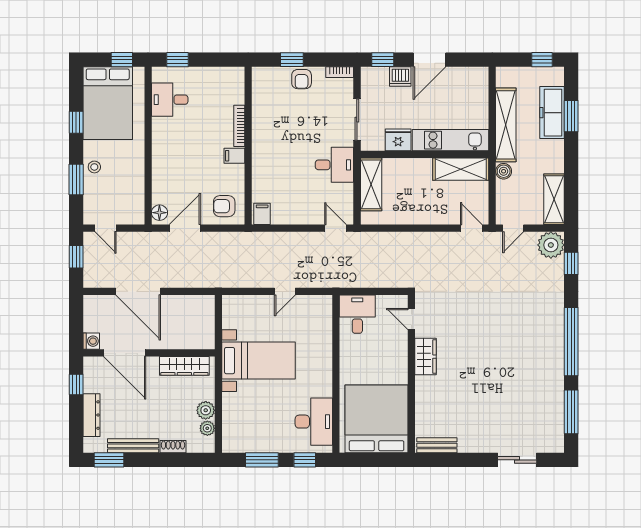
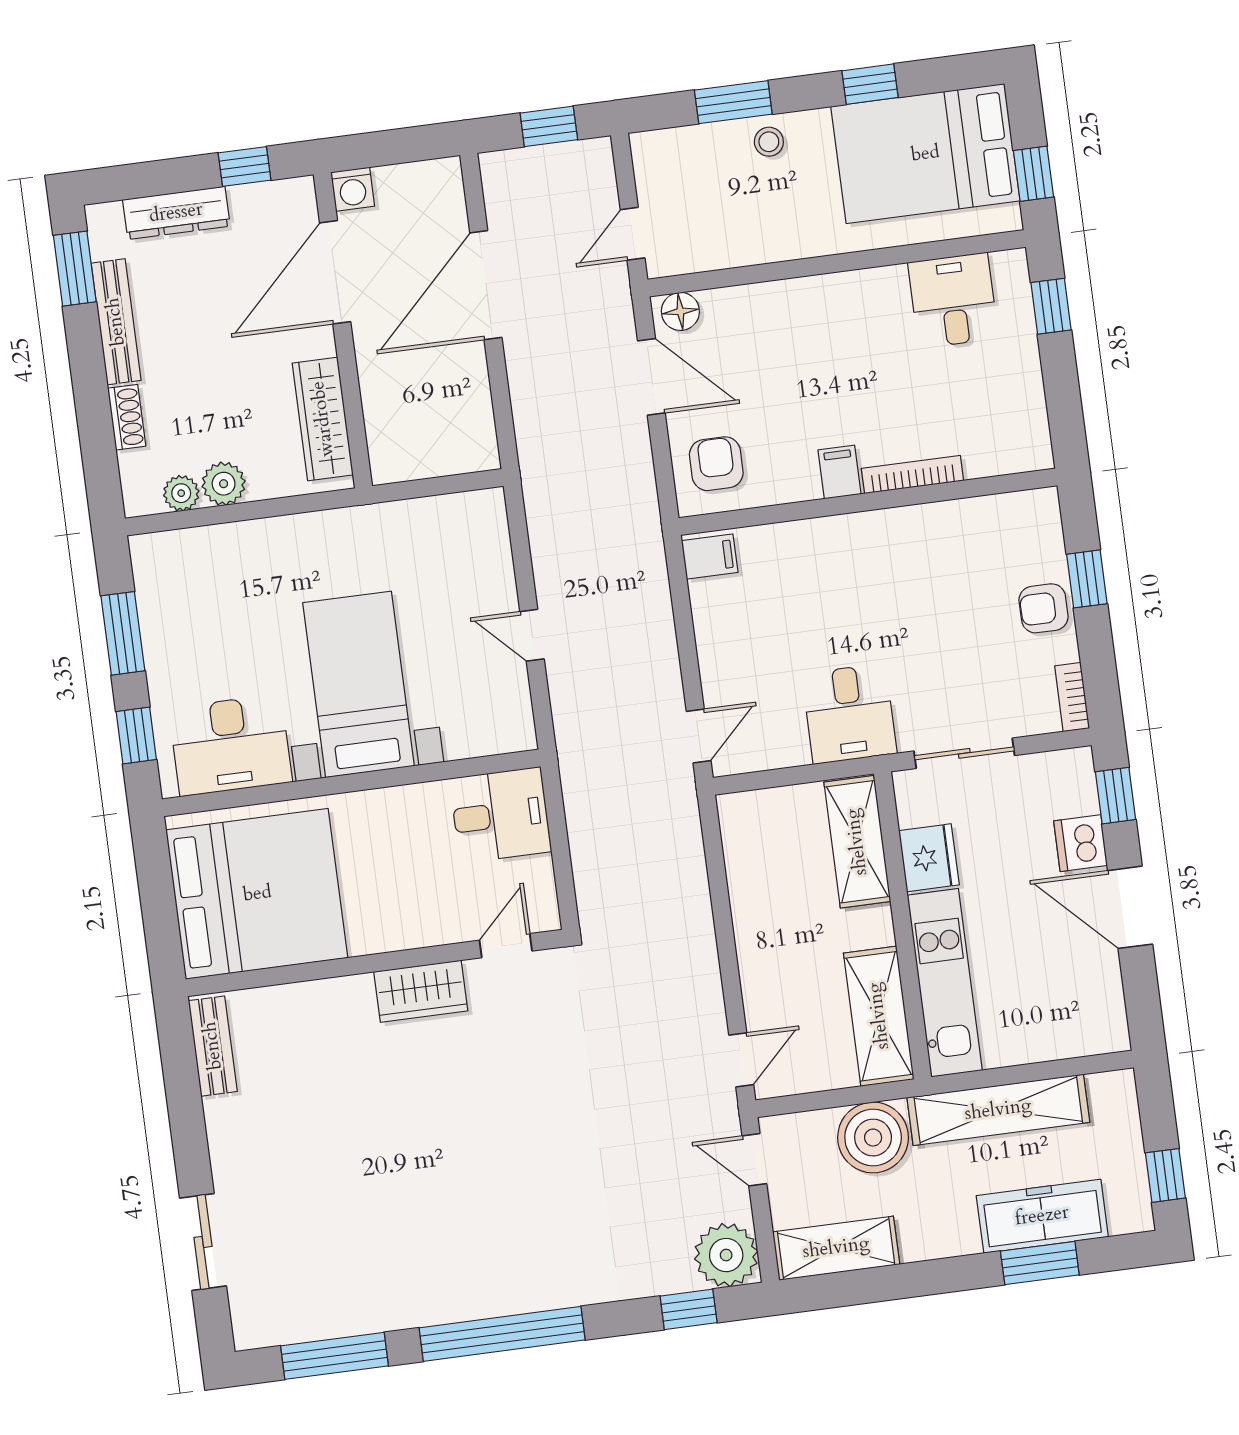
boiler: (504, 171) -> (873, 1138), width x1.86, depth x1.86
shelving: (371, 184) -> (857, 842), moved, turned 90
door: (106, 228) -> (633, 234), moved
bed with nightstands: (258, 361) -> (359, 684), moved, turned 180

